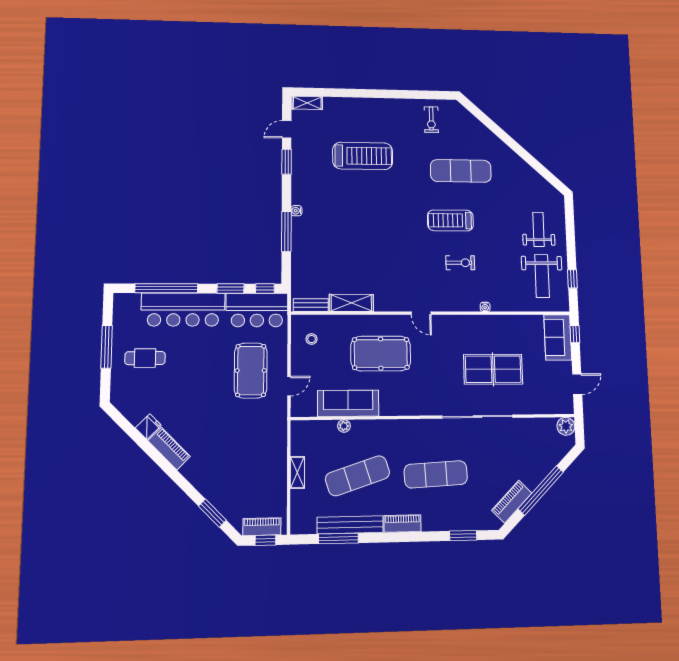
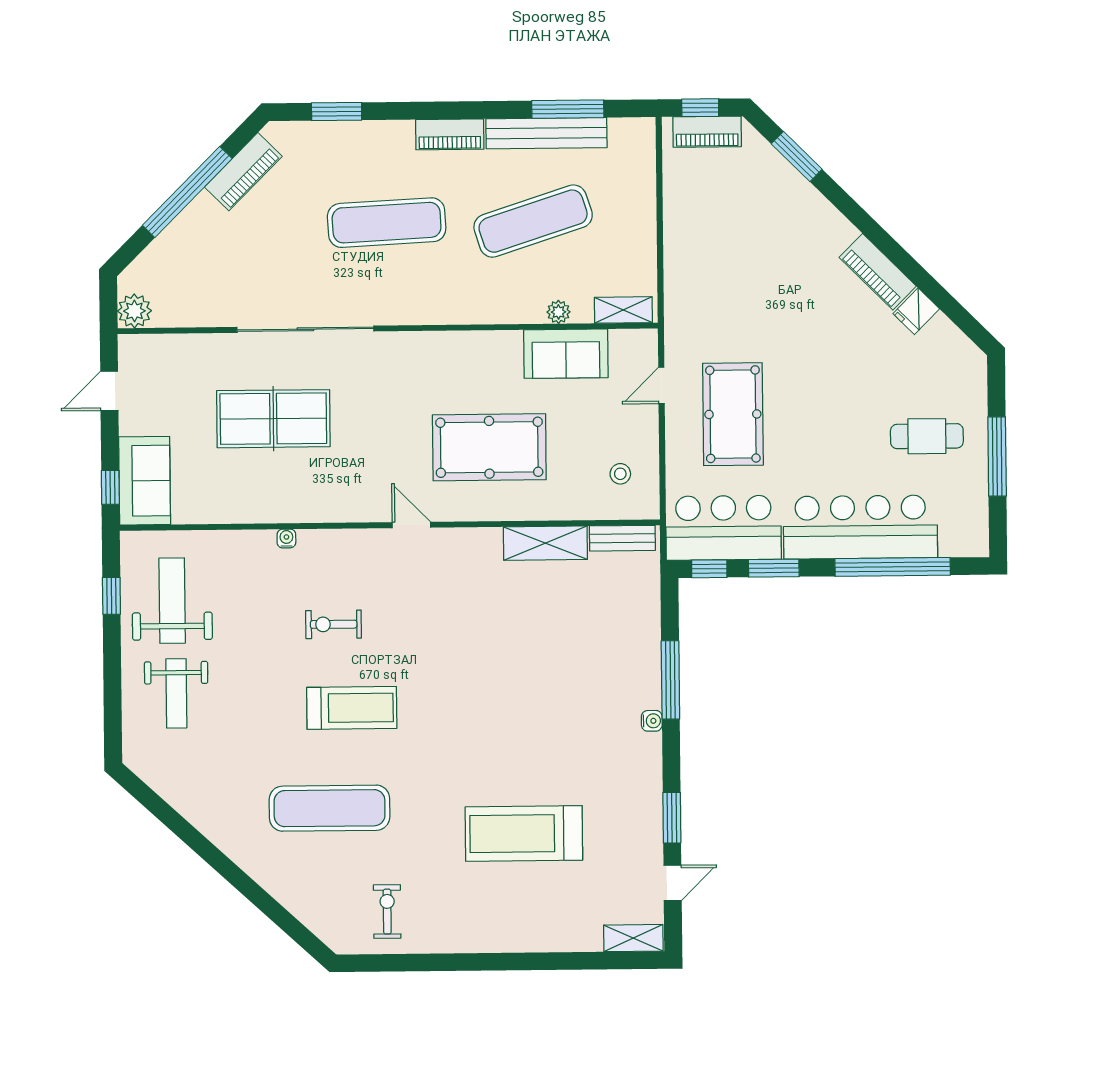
sofa: (348, 403) -> (566, 354), width x0.73
shelving: (297, 472) -> (623, 310), moved, turned 90

